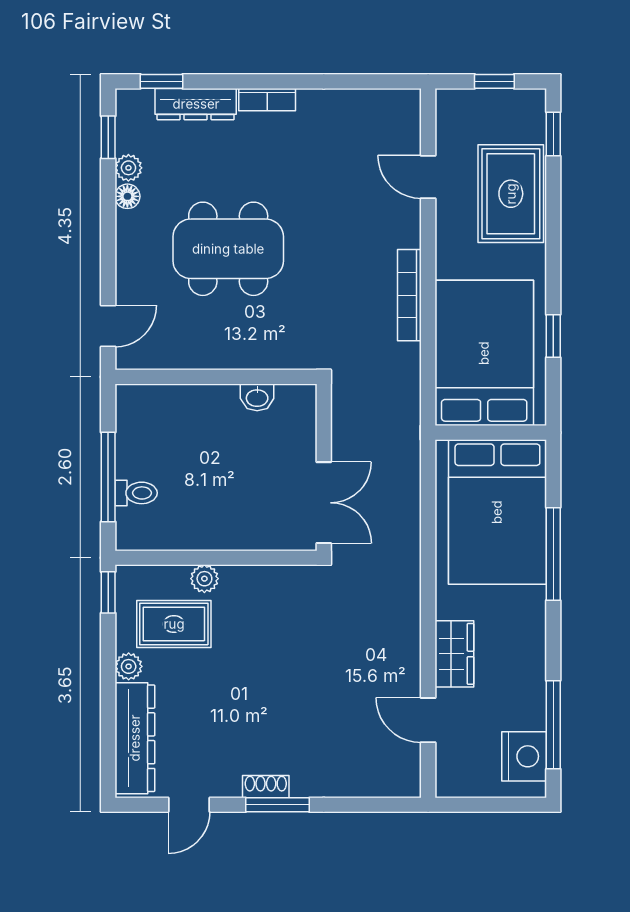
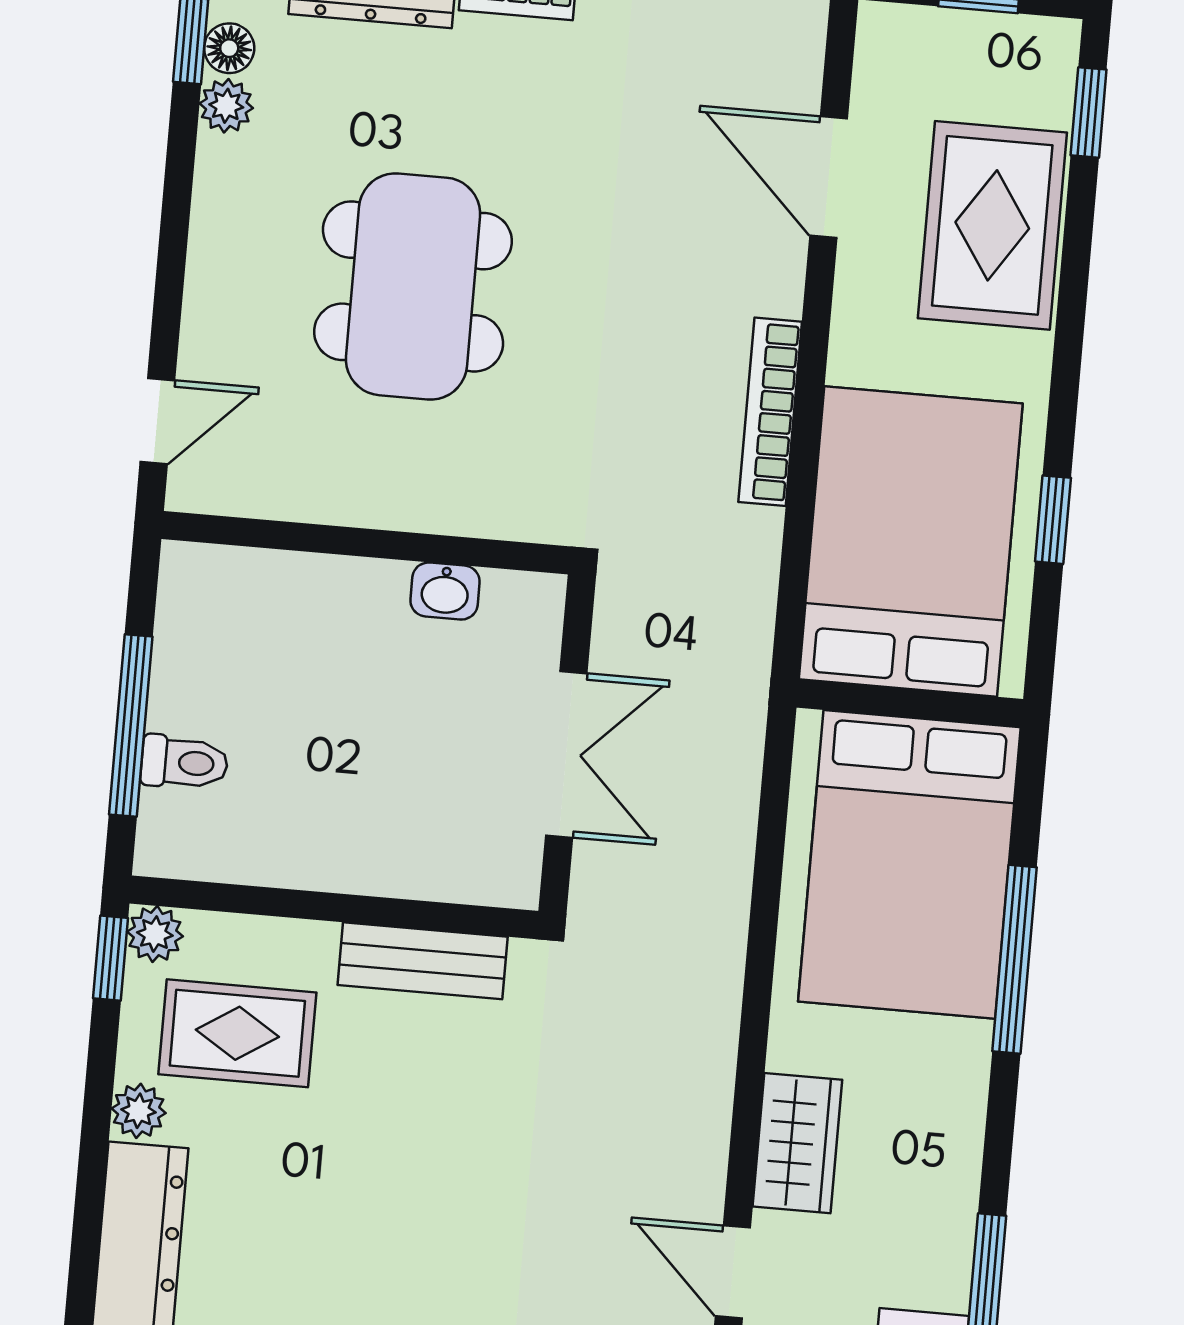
door: (428, 177) -> (829, 177), width x1.37
floor lamp: (127, 196) -> (229, 48), moved
dining table: (228, 249) -> (413, 286), turned 90
double door: (324, 503) -> (566, 754), moved
plant: (204, 579) -> (155, 934), moved
bench: (262, 580) -> (423, 961), added

